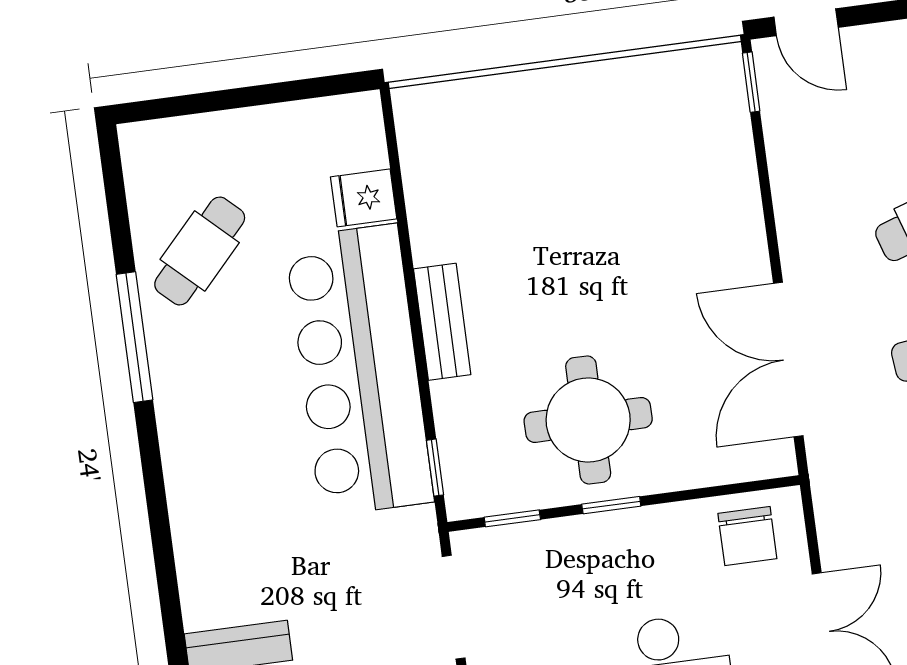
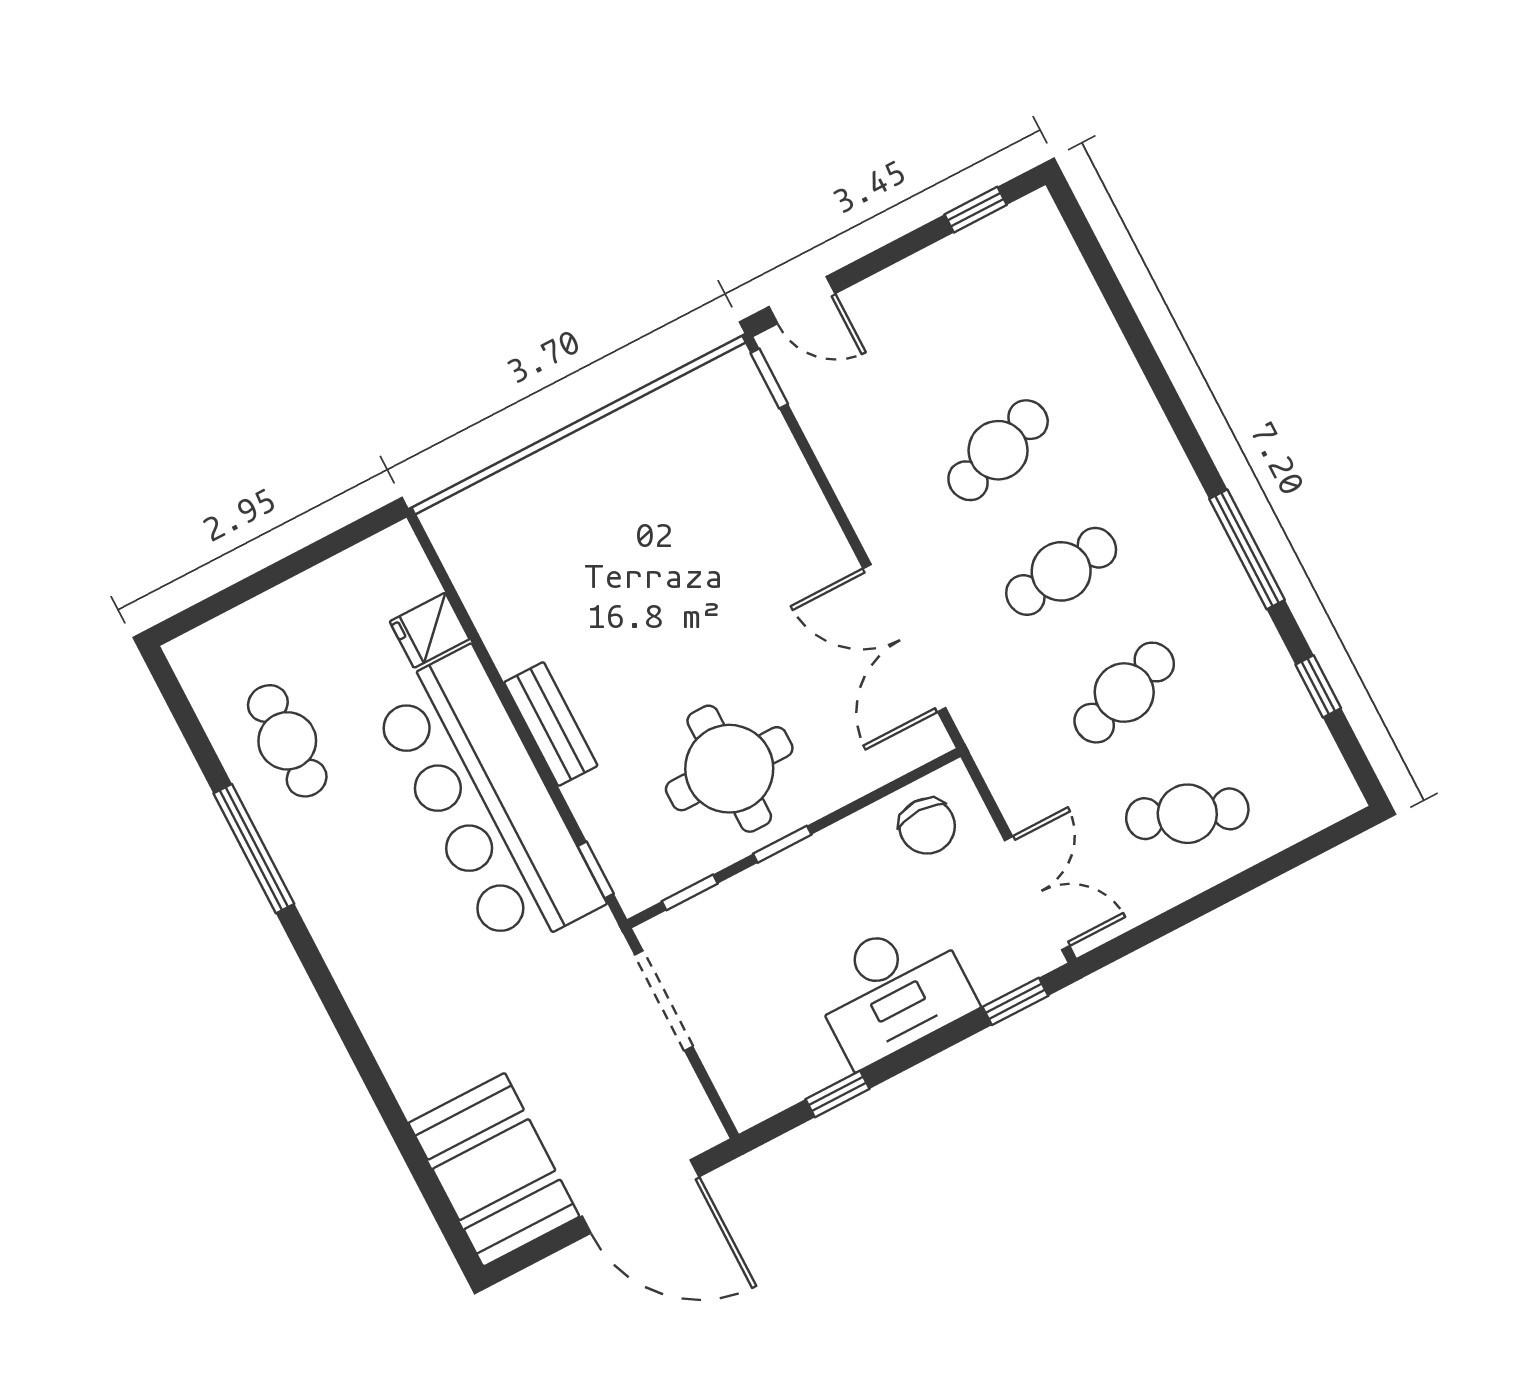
cafe table: (200, 251) -> (287, 741), turned -43

